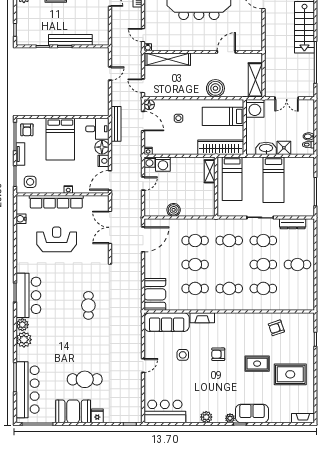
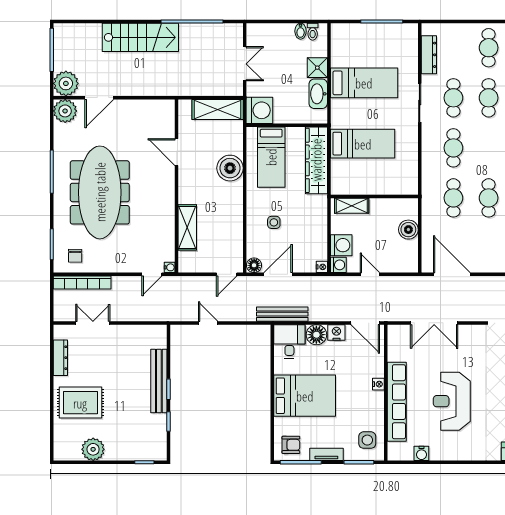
shelving: (168, 59) -> (187, 227), width x0.68
shelving: (210, 171) -> (352, 206), moved
wall: (216, 187) -> (374, 197), moved

